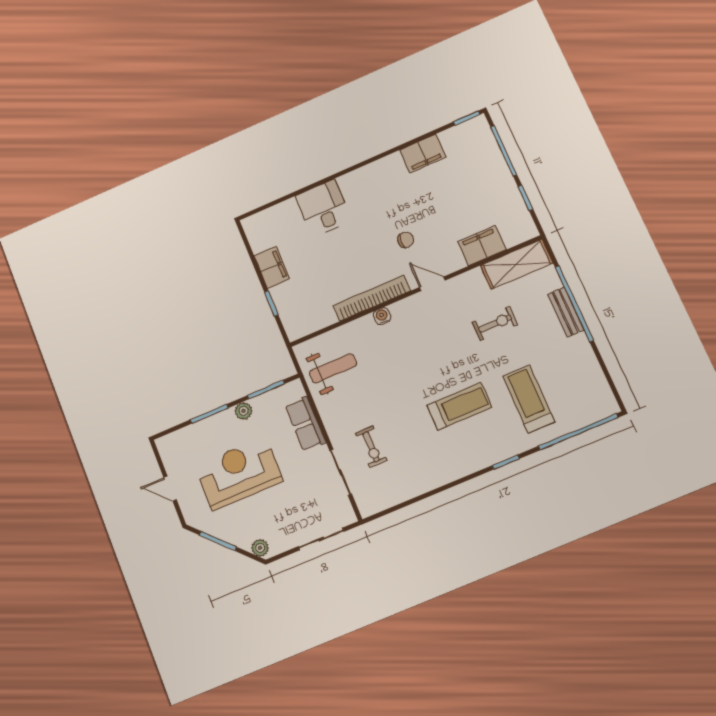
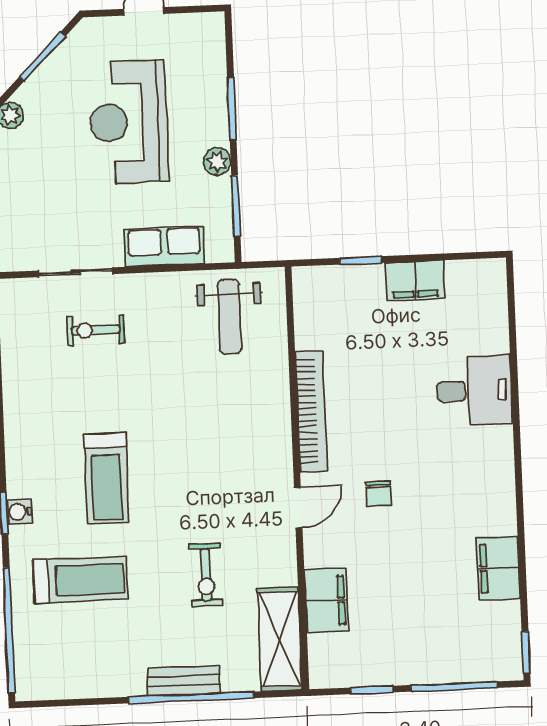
water cooler: (382, 316) -> (19, 512), moved, turned 180
reception desk: (239, 473) -> (129, 122), turned 180

